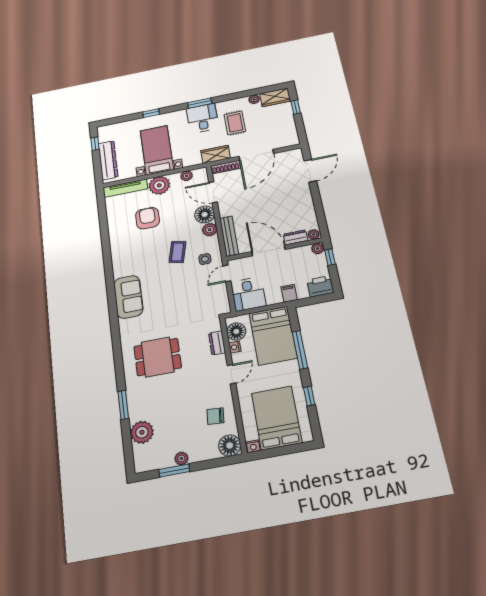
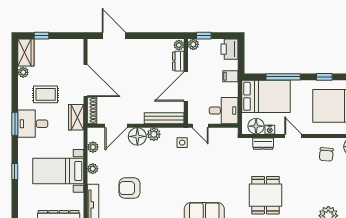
plant: (159, 185) -> (93, 169), width x0.53, depth x0.53
coffee table: (178, 252) -> (170, 166), removed

